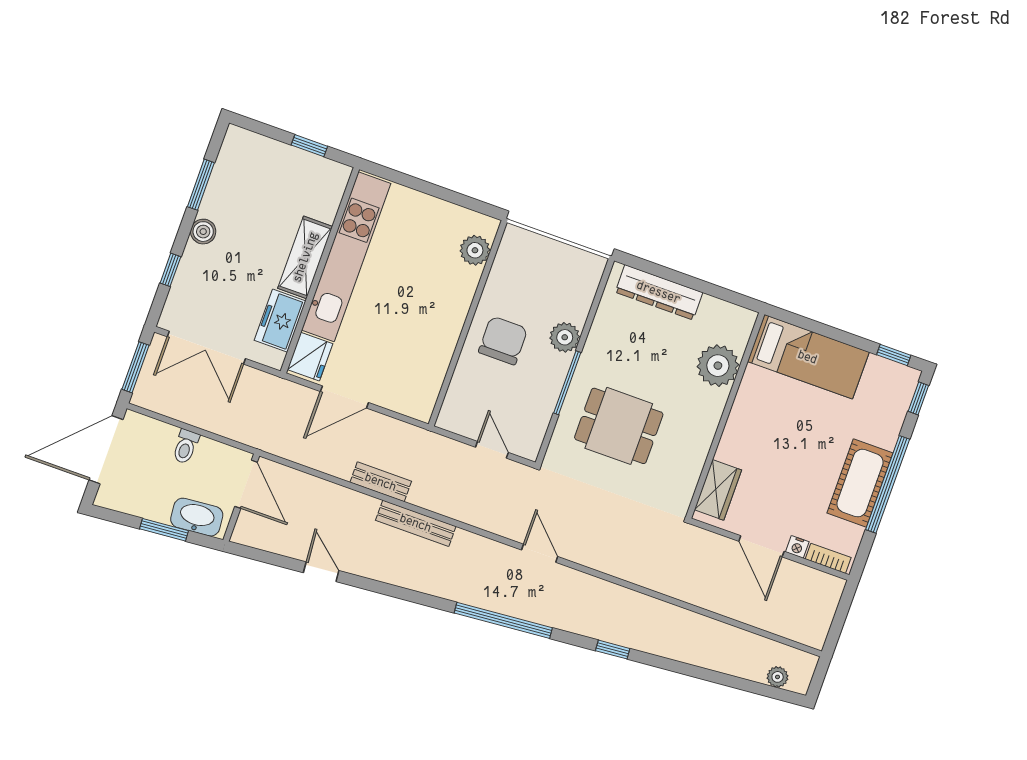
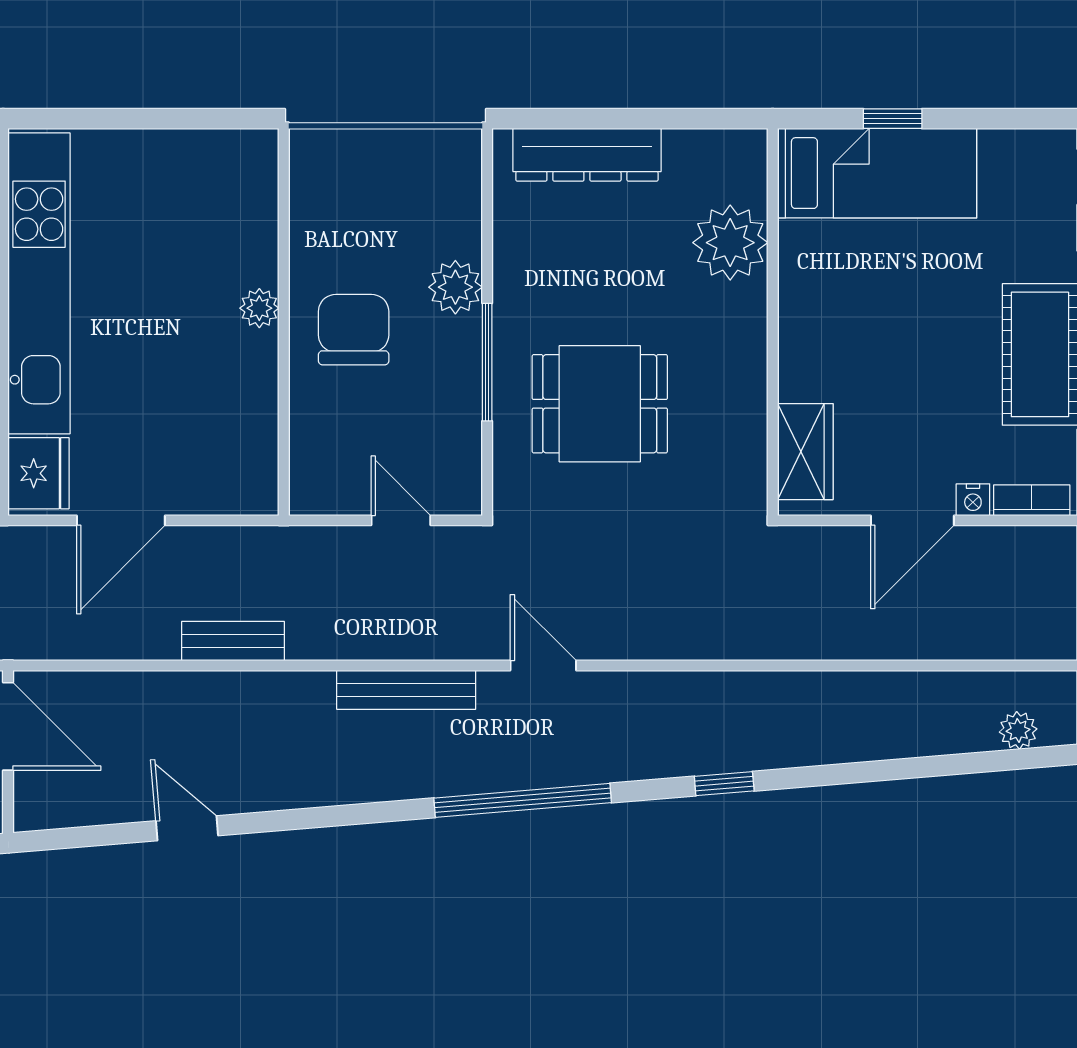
plant: (475, 250) -> (259, 308), moved, width x0.73, depth x0.73
window: (894, 355) -> (893, 119), moved
bench: (416, 523) -> (406, 690), moved
door: (761, 546) -> (912, 520), hinge flipped

